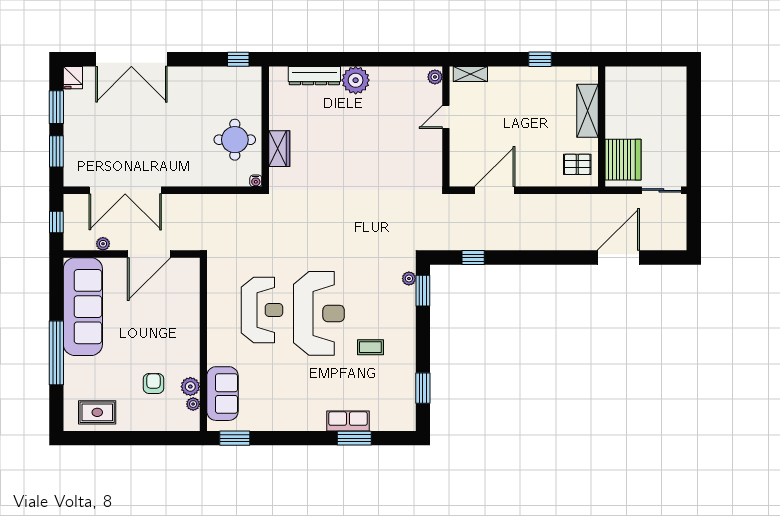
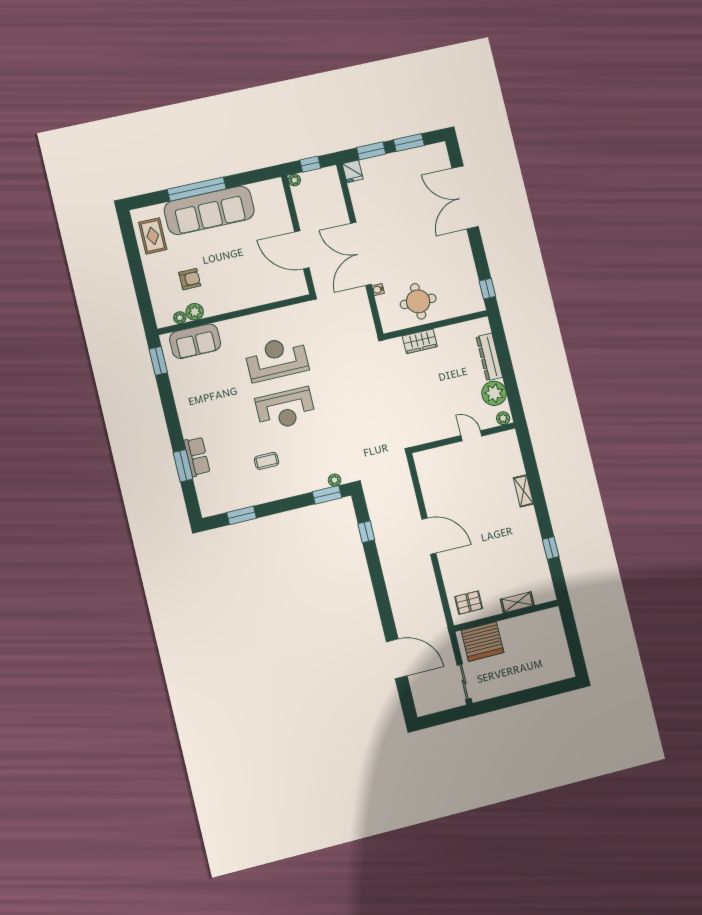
plant: (435, 77) -> (503, 418), moved
fridge: (73, 78) -> (353, 171), moved, turned -90
shelving: (587, 111) -> (517, 602), width x0.67, depth x0.75
door: (446, 117) -> (471, 436), moved
wall: (446, 127) -> (463, 438), moved
pallet: (577, 164) -> (469, 603), turned 90
water cooler: (256, 181) -> (378, 290), moved
double door: (125, 190) -> (361, 254), moved
plant: (103, 244) -> (294, 180), moved
sofa: (83, 307) -> (209, 210), moved
reception desk: (262, 310) -> (277, 359), turned 180
reception desk: (319, 313) -> (285, 409), width x0.74, depth x0.77
coffee table: (370, 347) -> (267, 461), turned 90

